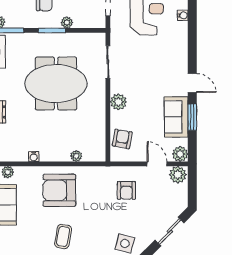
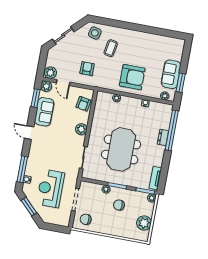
window: (192, 29) -> (22, 169), added
meeting table: (56, 84) -> (121, 149), turned 90
window: (192, 117) -> (36, 98), moved
coffee table: (63, 236) -> (111, 48), moved

